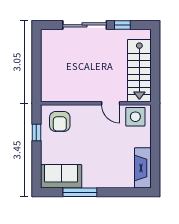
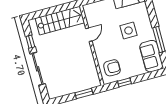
window: (36, 76) -> (84, 93), added
side table: (135, 117) -> (129, 31), moved

